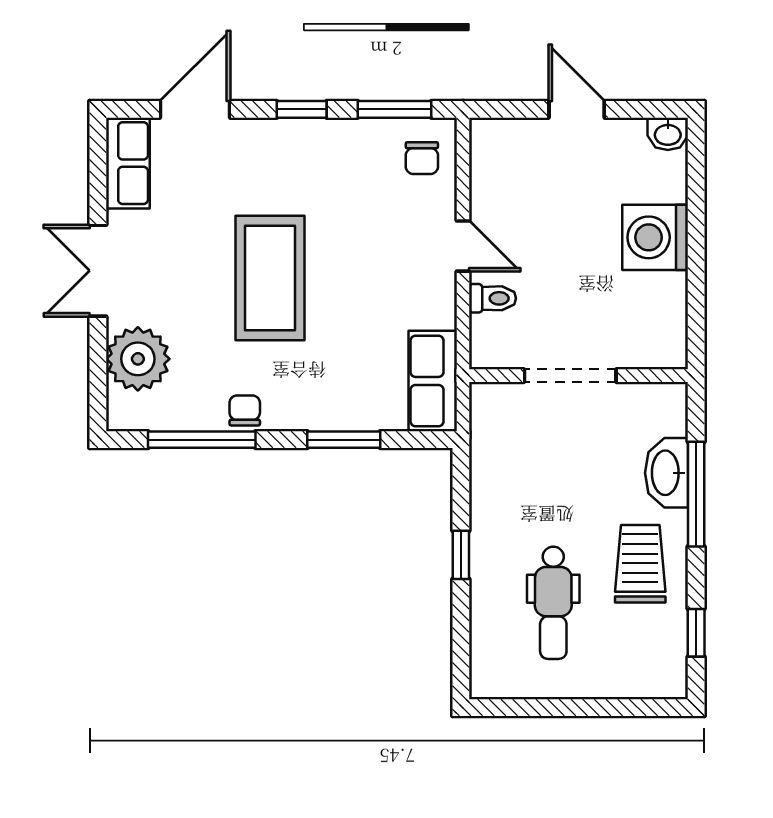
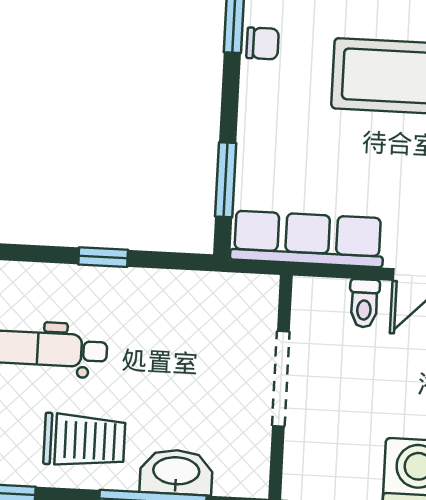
row of seats: (433, 381) -> (307, 239), width x1.48
window: (344, 440) -> (226, 180), moved

